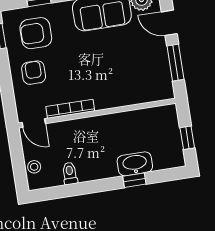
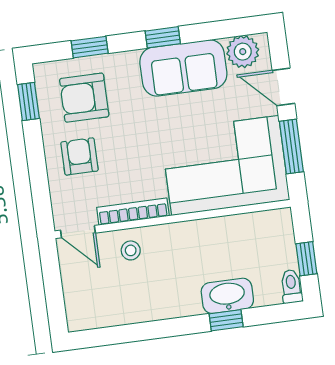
corner sofa: (131, 76) -> (225, 166), added
stool: (34, 167) -> (131, 250), moved
toilet: (70, 173) -> (291, 286), moved

